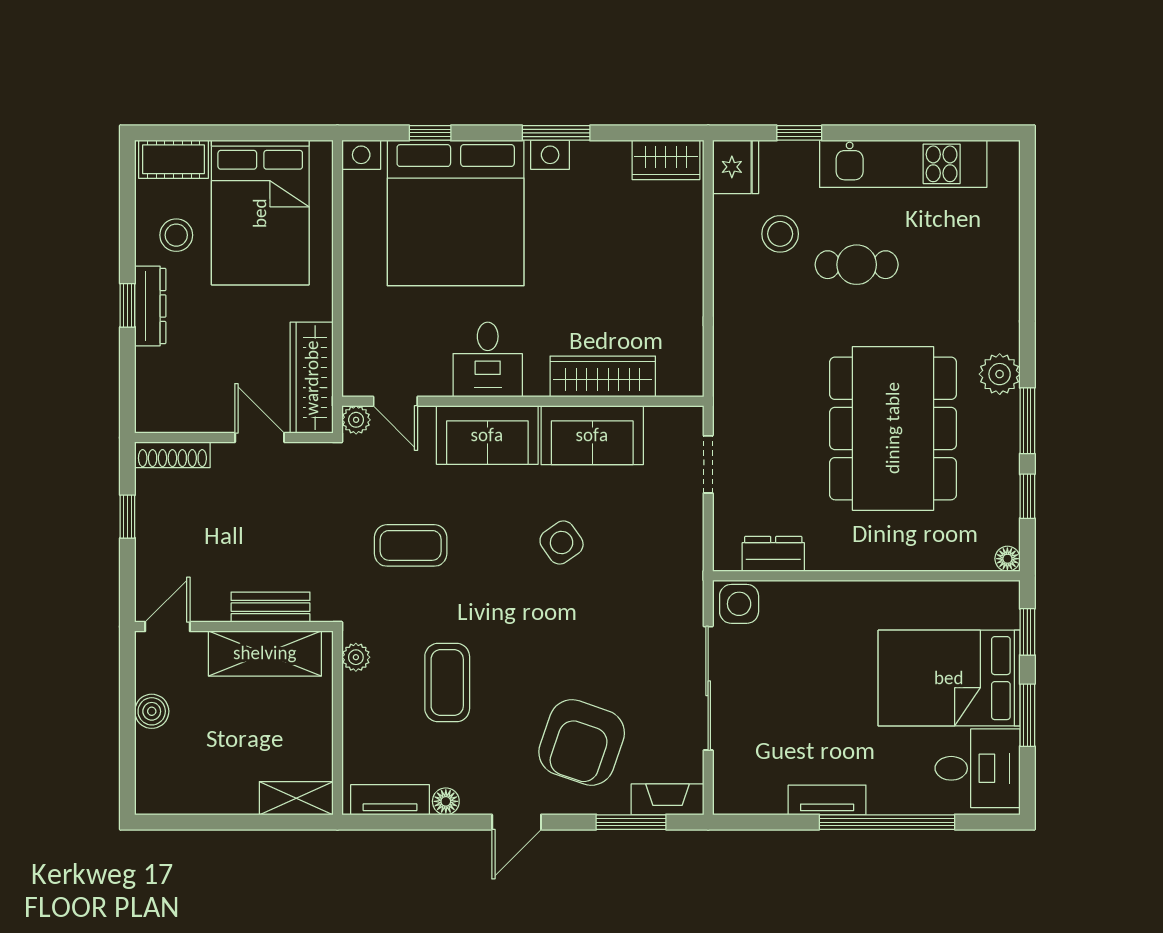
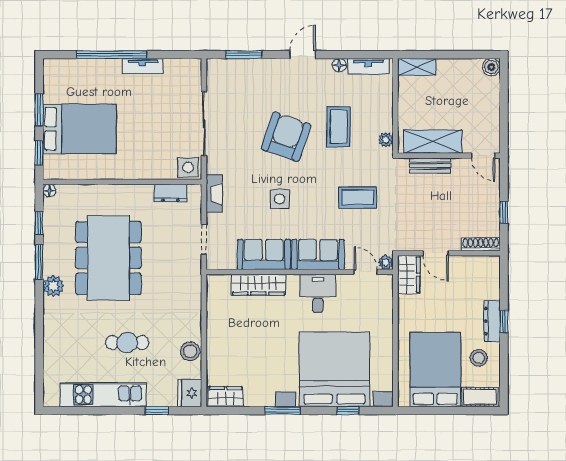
stool: (780, 234) -> (190, 351), moved
wardrobe: (312, 378) -> (409, 275), width x0.67
side table: (562, 543) -> (280, 199), turned 35
door: (167, 627) -> (483, 156), hinge flipped
boiler: (152, 711) -> (491, 67), moved
armchair: (582, 742) -> (286, 137), moved
desk: (978, 768) -> (65, 82), removed
fireplace: (667, 799) -> (214, 194), moved, turned -90

